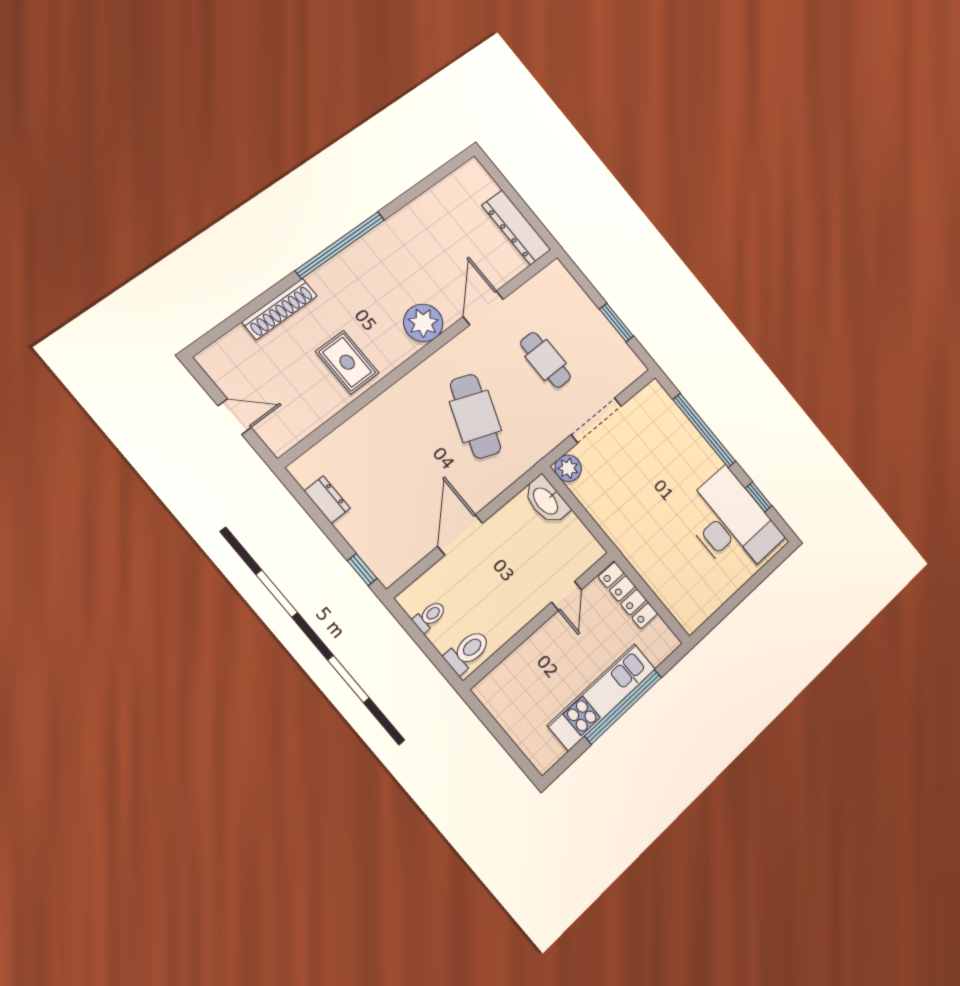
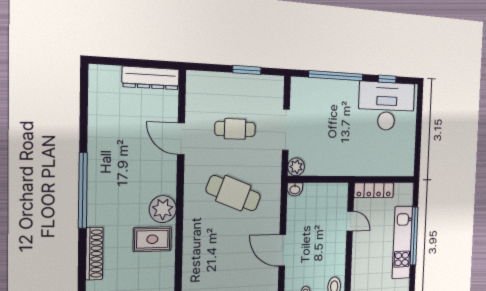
plant: (423, 323) -> (163, 209), moved
washbasin: (546, 501) -> (295, 189), width x0.52, depth x0.69

